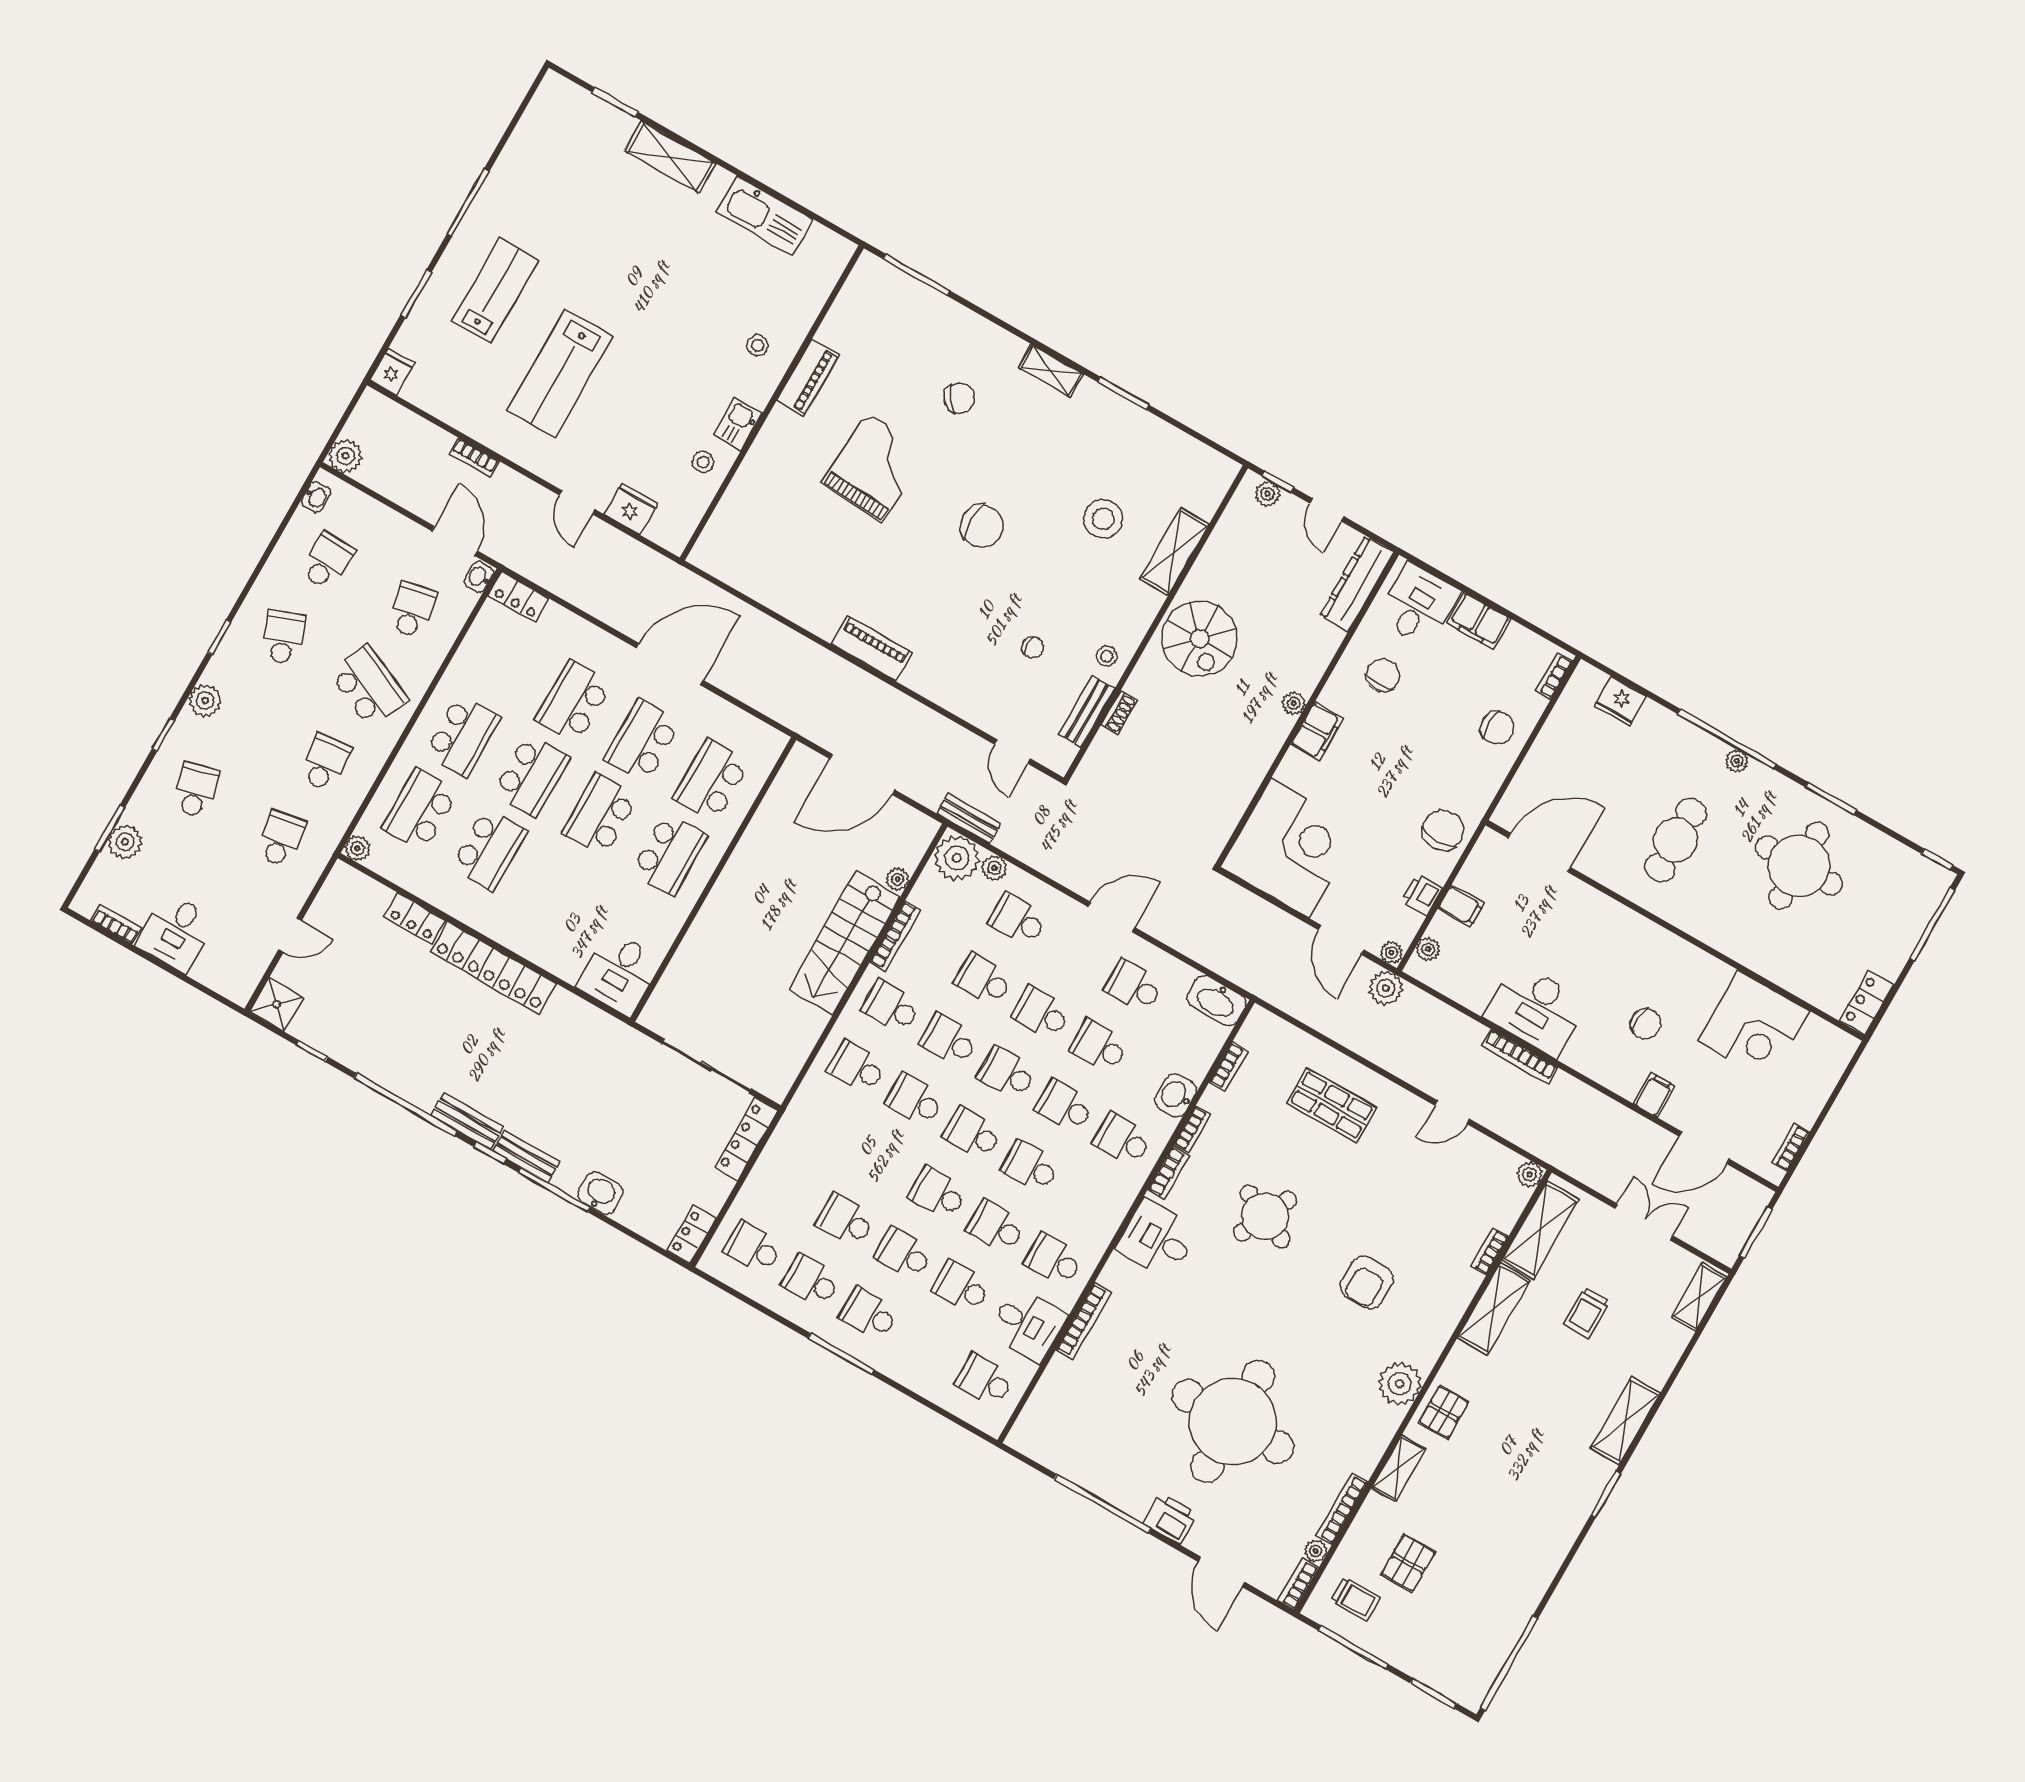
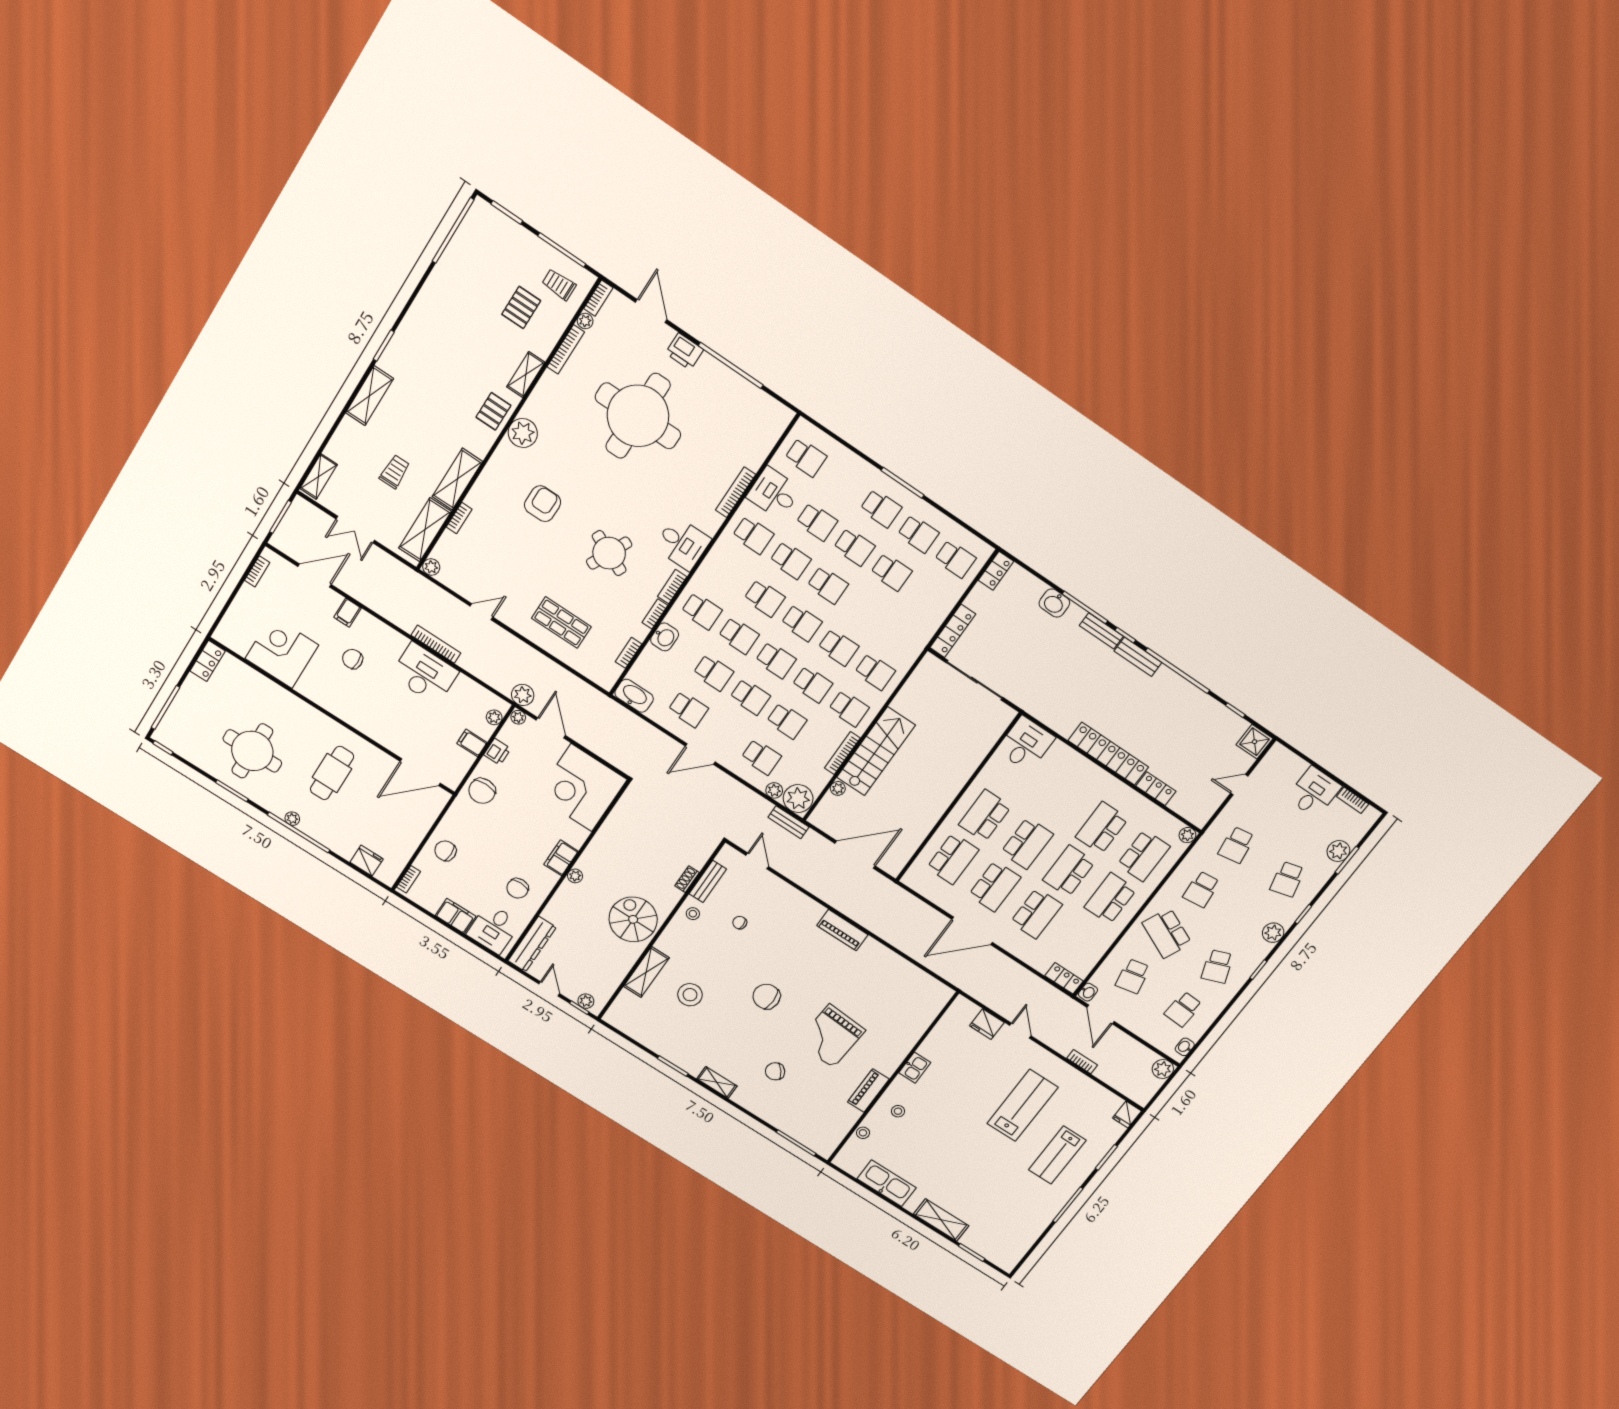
stool: (703, 462) -> (863, 1133), moved

